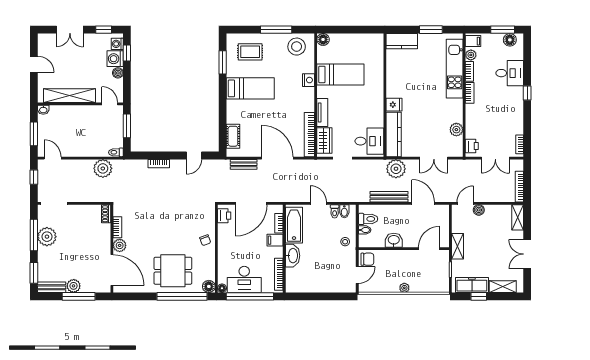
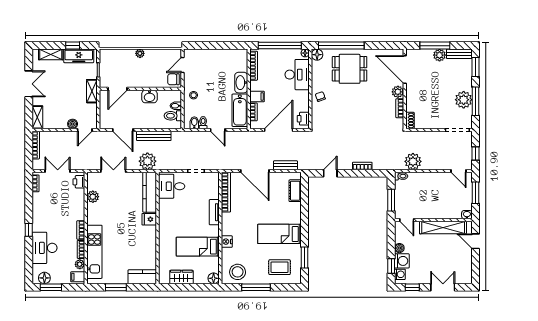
door: (34, 64) -> (475, 241), moved
desk: (510, 73) -> (45, 248), width x1.37
wardrobe: (324, 140) -> (181, 277), moved, turned 90
desk: (244, 279) -> (297, 75), moved, turned 90

